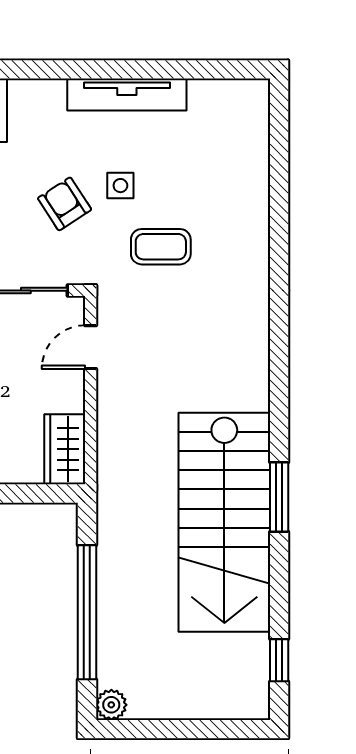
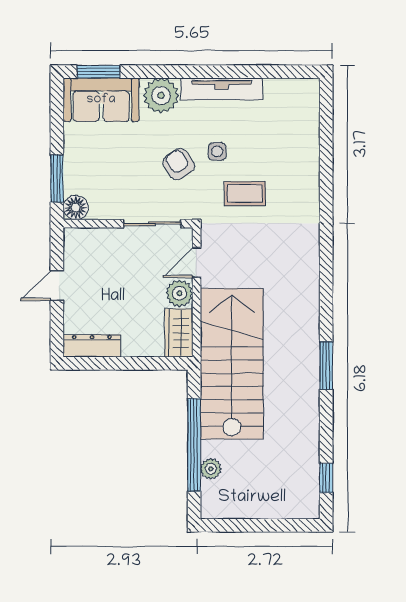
plant: (39, 104) -> (161, 95), added
plant: (66, 392) -> (179, 293), added
stairs: (224, 522) -> (232, 364), moved, turned 180
plant: (111, 705) -> (211, 469), moved

